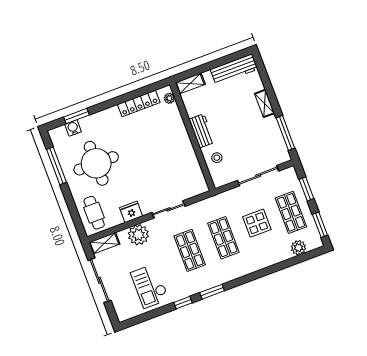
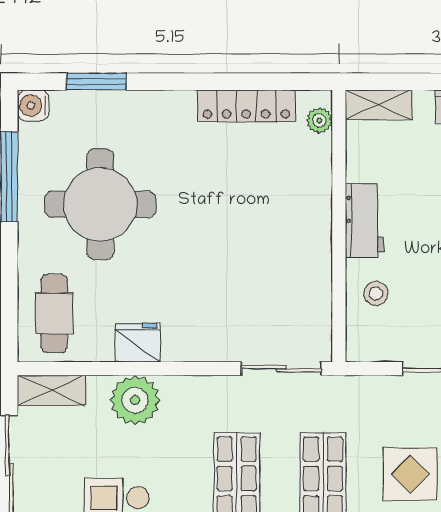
water cooler: (73, 128) -> (33, 106), moved, turned -90
sliding door: (169, 209) -> (281, 369), moved

